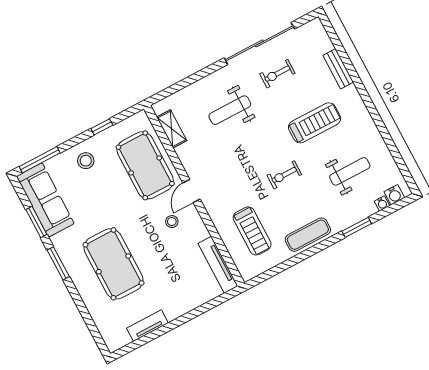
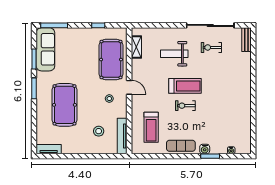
bench: (338, 69) -> (246, 40), moved
treadmill: (315, 123) -> (185, 86), moved
stool: (86, 161) -> (99, 131), moved
weight bench: (350, 171) -> (223, 123), removed
door: (192, 191) -> (129, 87), swing flipped
water cooler: (394, 195) -> (205, 149), moved
tv unit: (147, 326) -> (49, 149), moved

